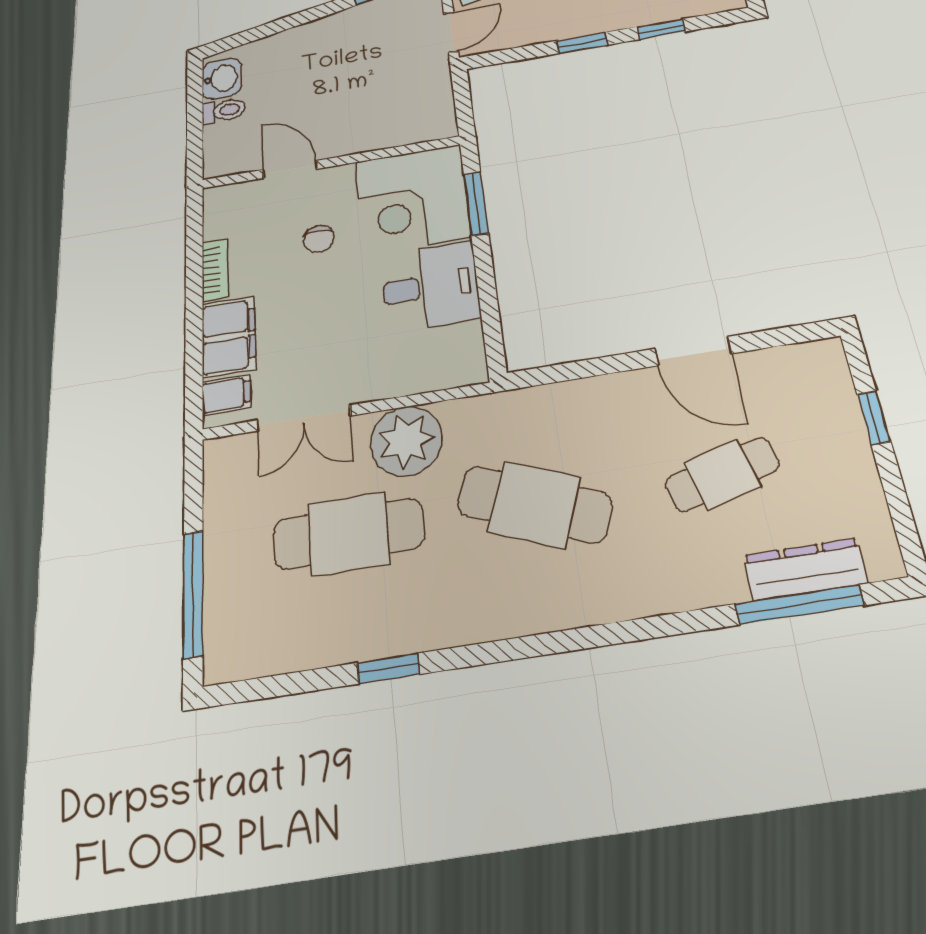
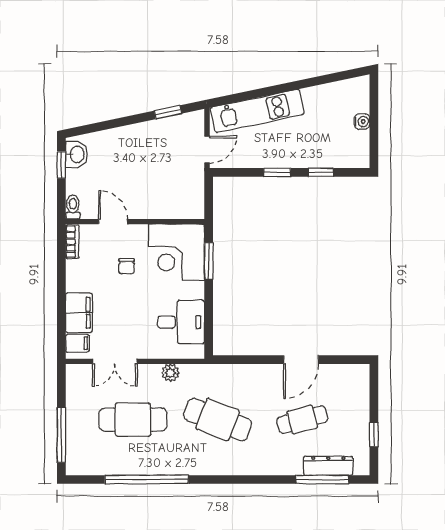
window: (195, 98) -> (61, 165), added
toilet: (224, 111) -> (73, 207), moved, turned -90
bookcase: (215, 270) -> (72, 242), moved
desk: (430, 287) -> (181, 322), moved
door: (693, 351) -> (301, 360), hinge flipped
window: (874, 418) -> (374, 435), moved
plant: (406, 441) -> (170, 373), width x0.53, depth x0.53
window: (388, 668) -> (147, 479), width x3.17

